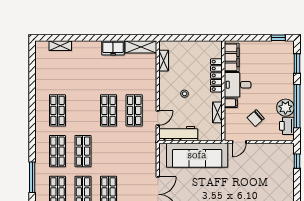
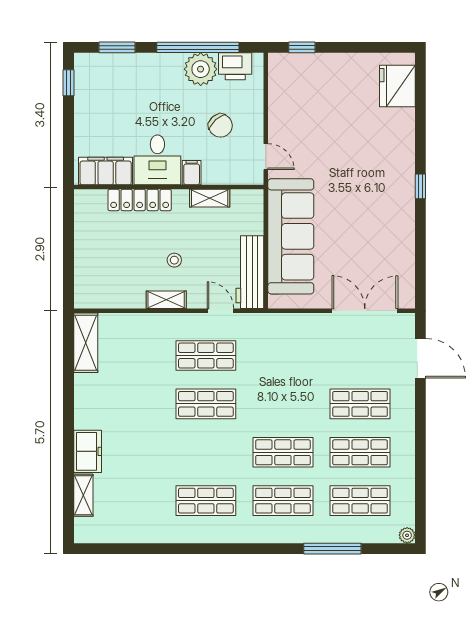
freezer: (113, 48) -> (88, 451), moved
shelving: (164, 61) -> (166, 300), moved

